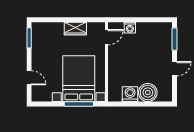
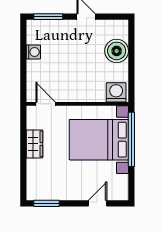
washing machine: (130, 28) -> (33, 52), moved
washing machine: (130, 94) -> (116, 92), moved, turned 90
window: (79, 104) -> (131, 139), width x1.46

